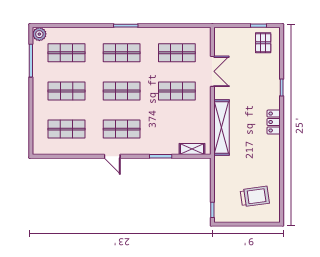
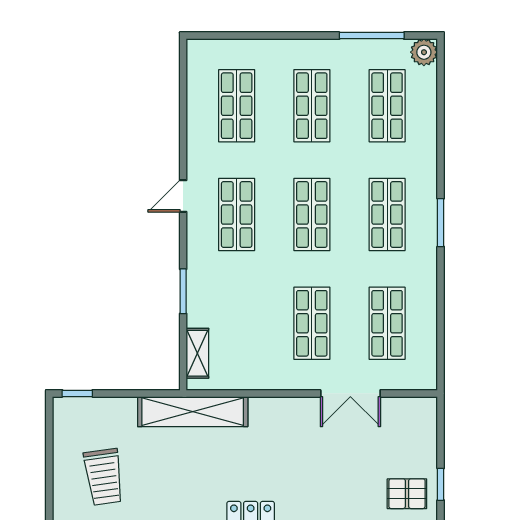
shelving: (222, 127) -> (193, 412), moved

